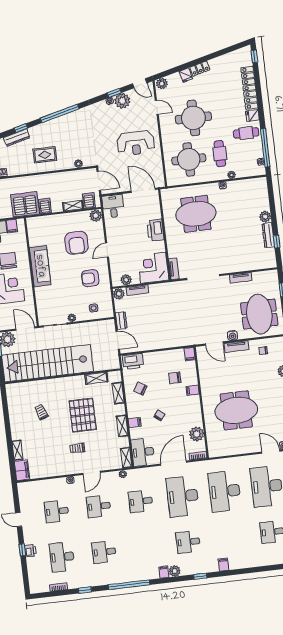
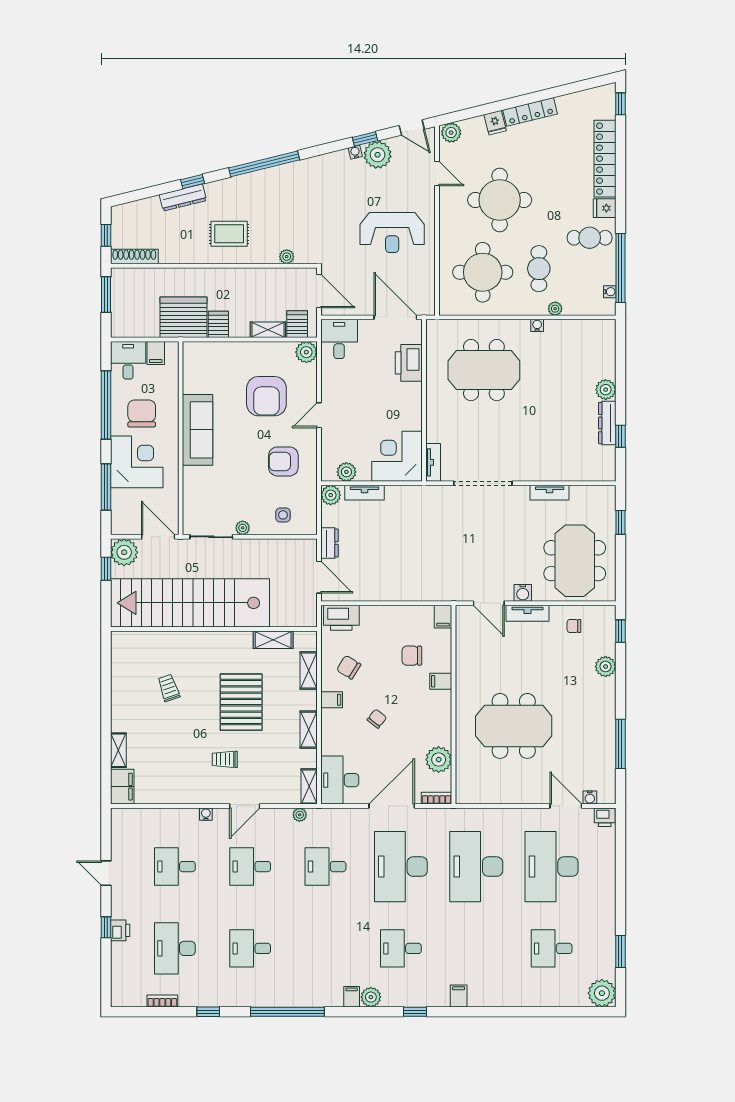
locker: (200, 69) -> (530, 112), width x1.53
printer: (155, 230) -> (409, 363), moved
filing cabinet: (135, 422) -> (332, 700), moved

